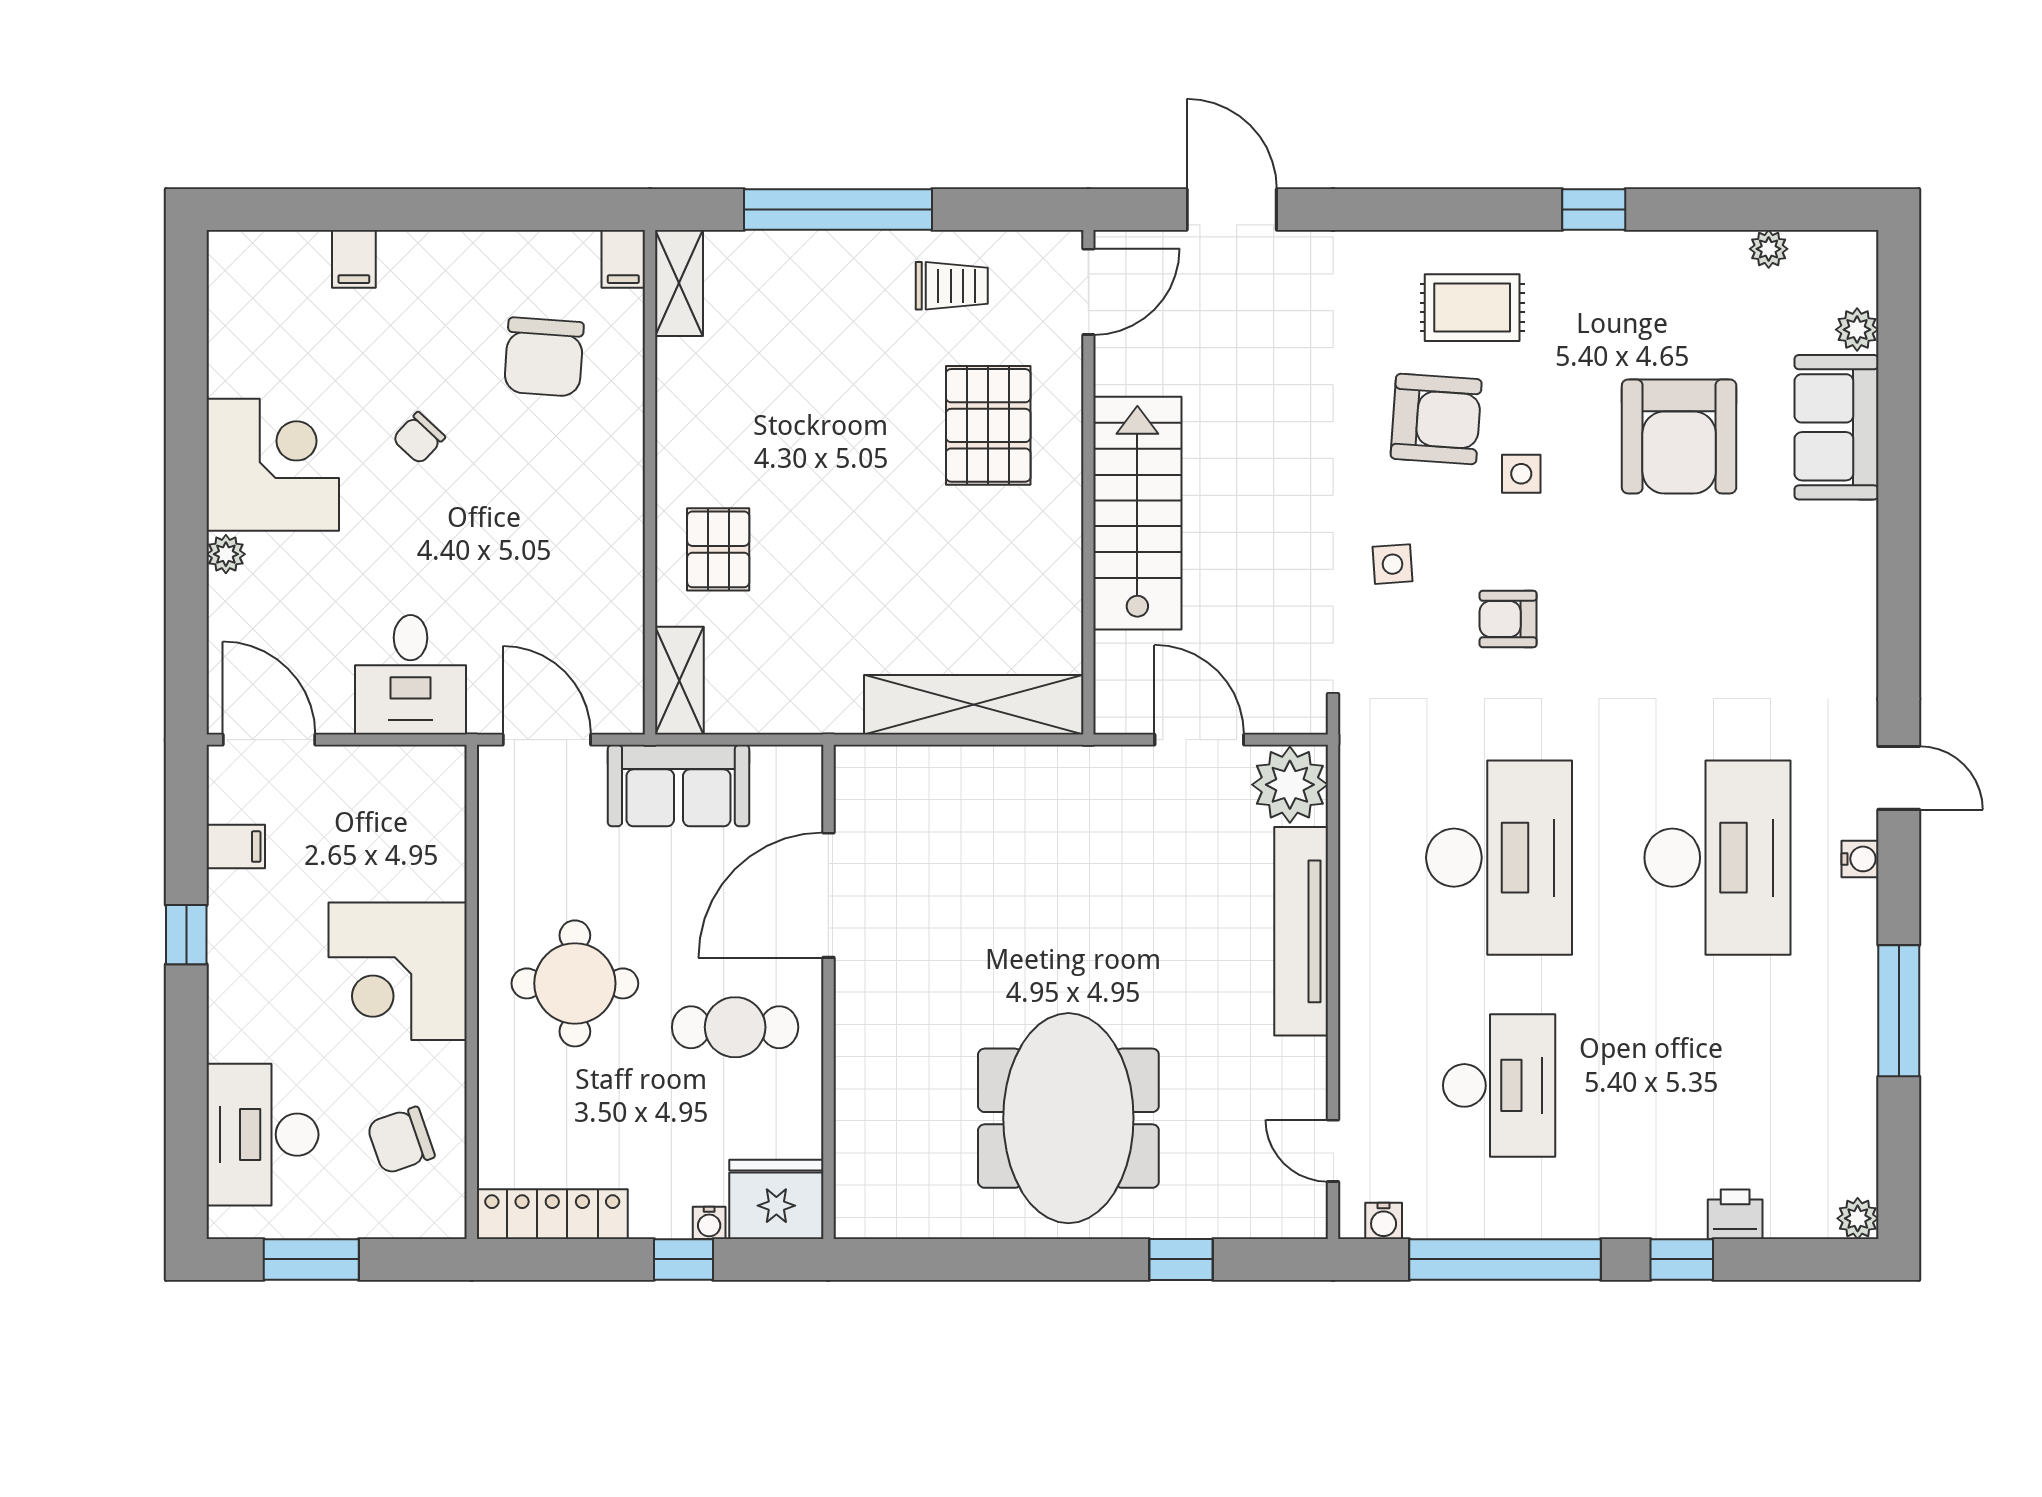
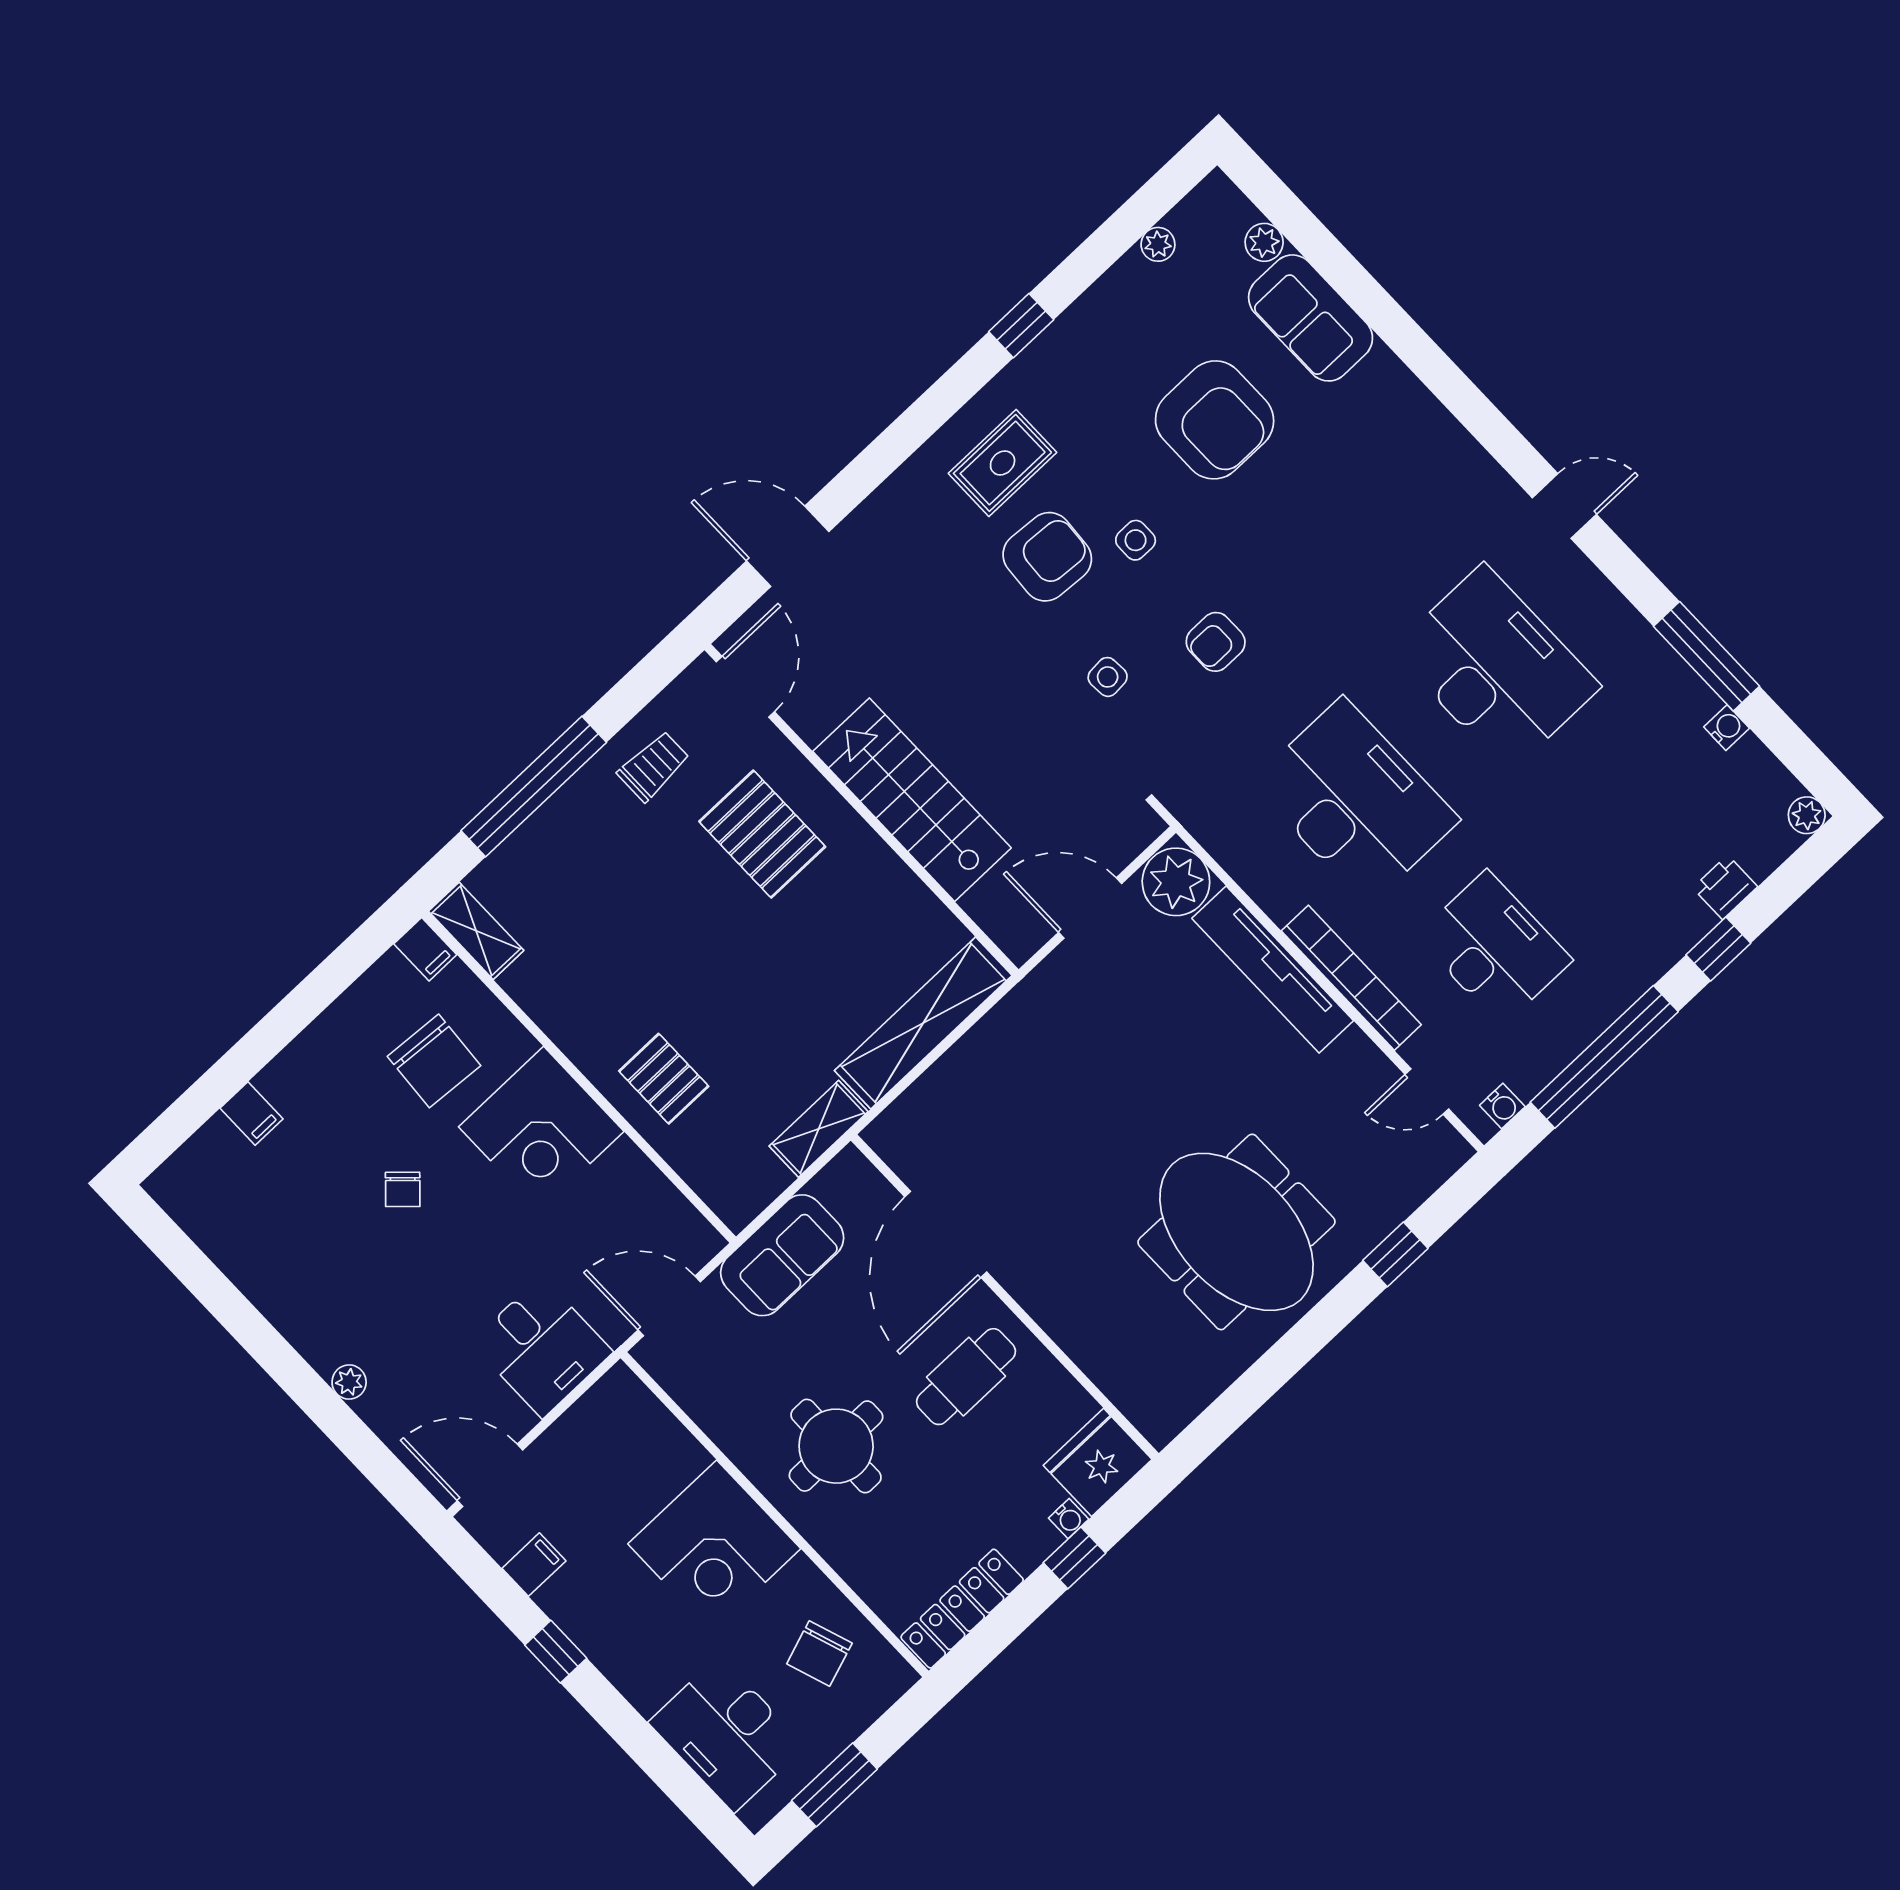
corner desk: (273, 465) -> (541, 1129), moved, turned 180
shelving: (679, 681) -> (819, 1129), moved, turned 90
water cooler: (1860, 859) -> (1727, 728), moved
bookcase: (1359, 999) -> (1351, 978), added

